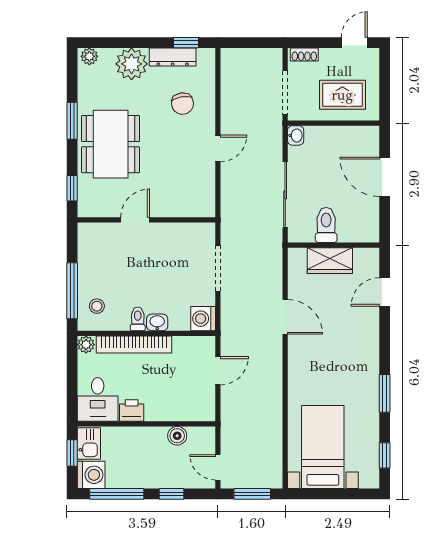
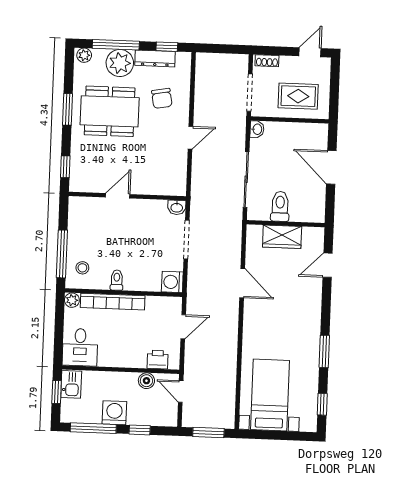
window: (126, 43) -> (116, 45), added
dining table: (111, 144) -> (110, 111), moved, turned 90
washbasin: (157, 322) -> (177, 207), moved, turned 180
printer: (132, 410) -> (158, 360), moved
door: (218, 467) -> (181, 391), moved
washing machine: (91, 475) -> (114, 413), moved, turned -90

